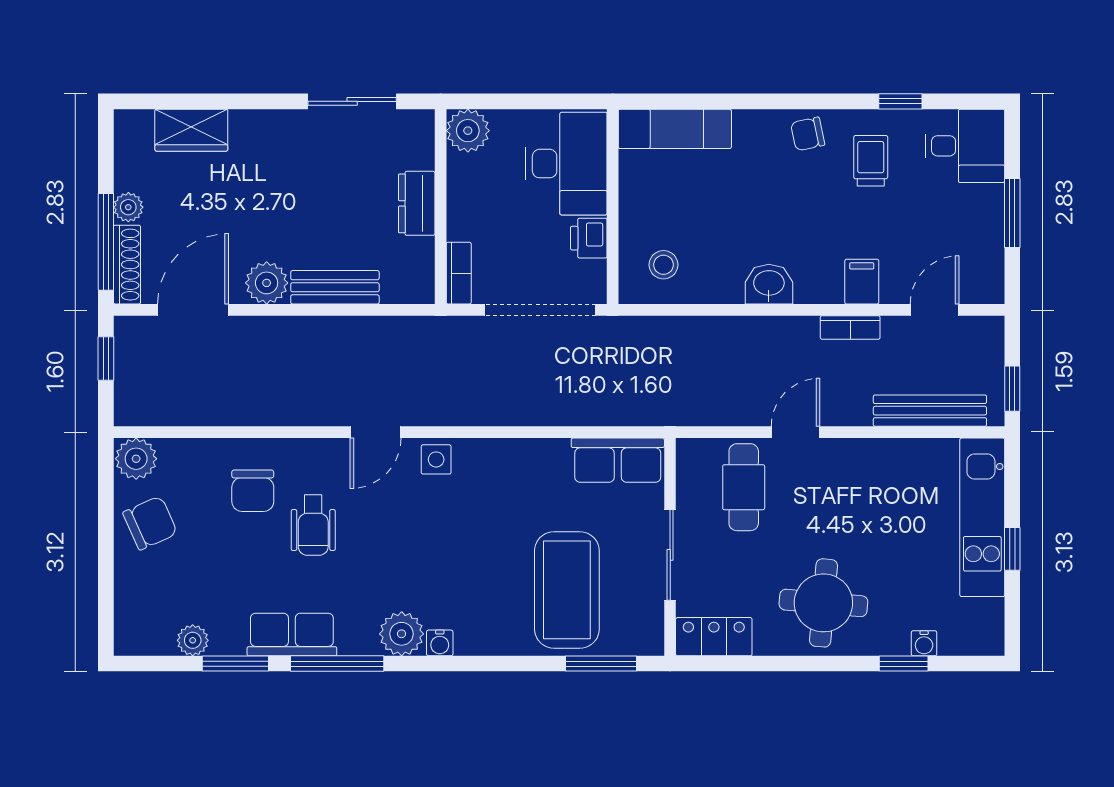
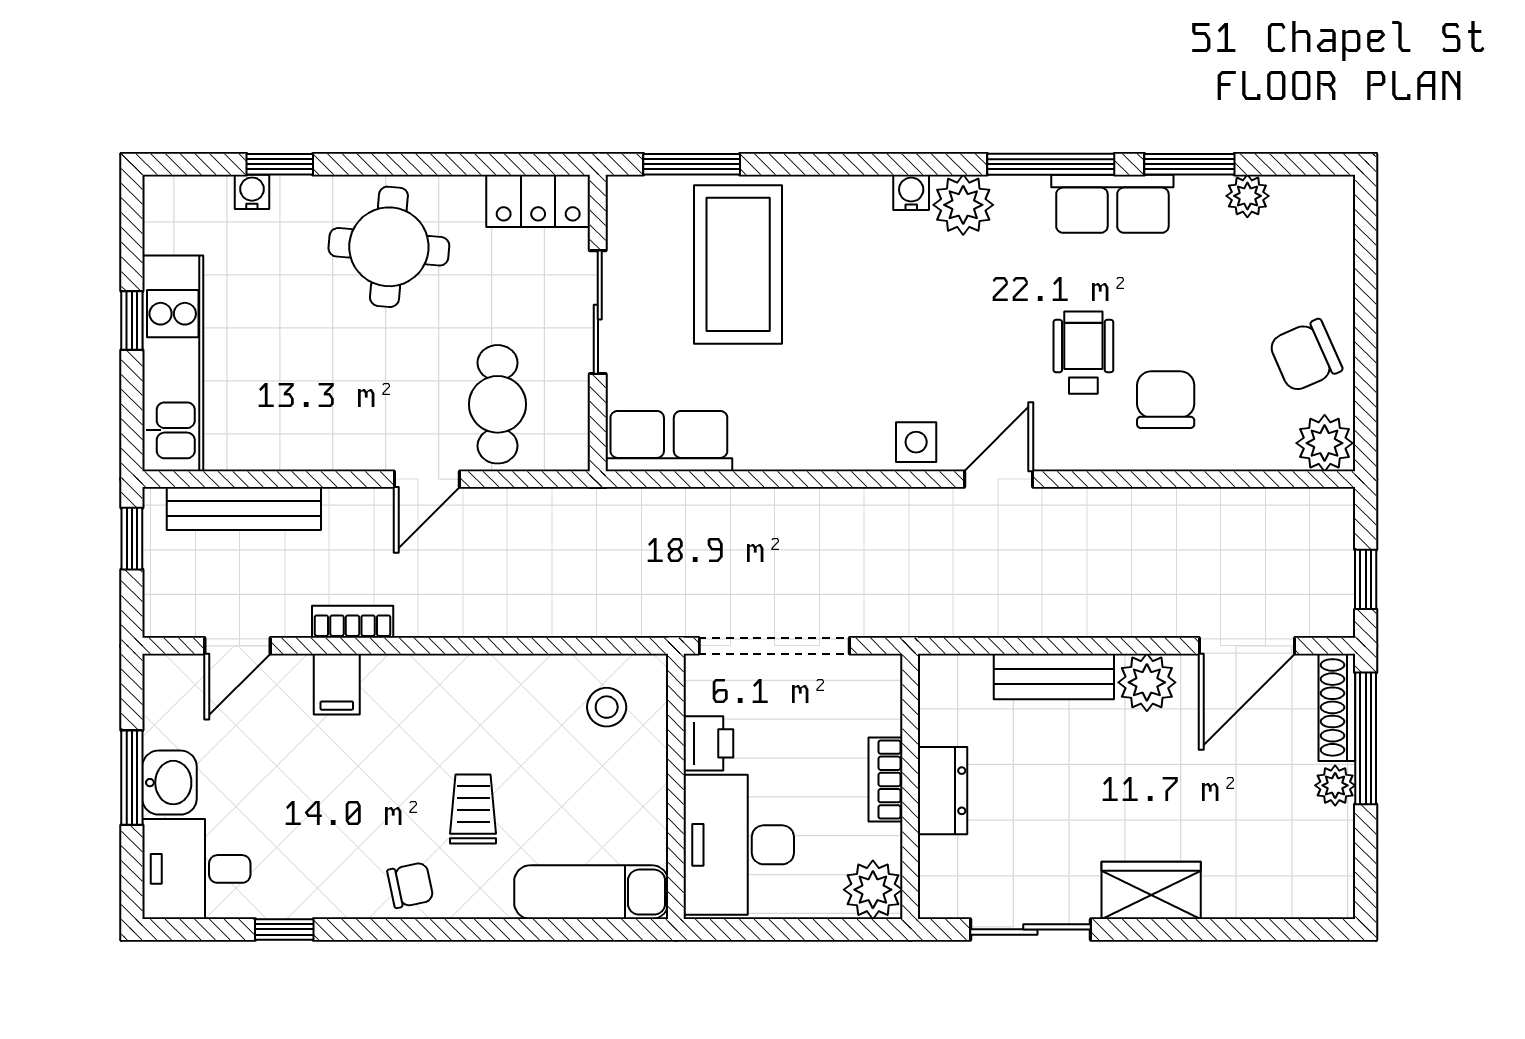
wardrobe: (191, 130) -> (1151, 890), moved
trolley: (871, 161) -> (473, 809), moved, turned 180
bookcase: (459, 273) -> (885, 779), moved
washbasin: (769, 284) -> (169, 783), moved, turned -90

